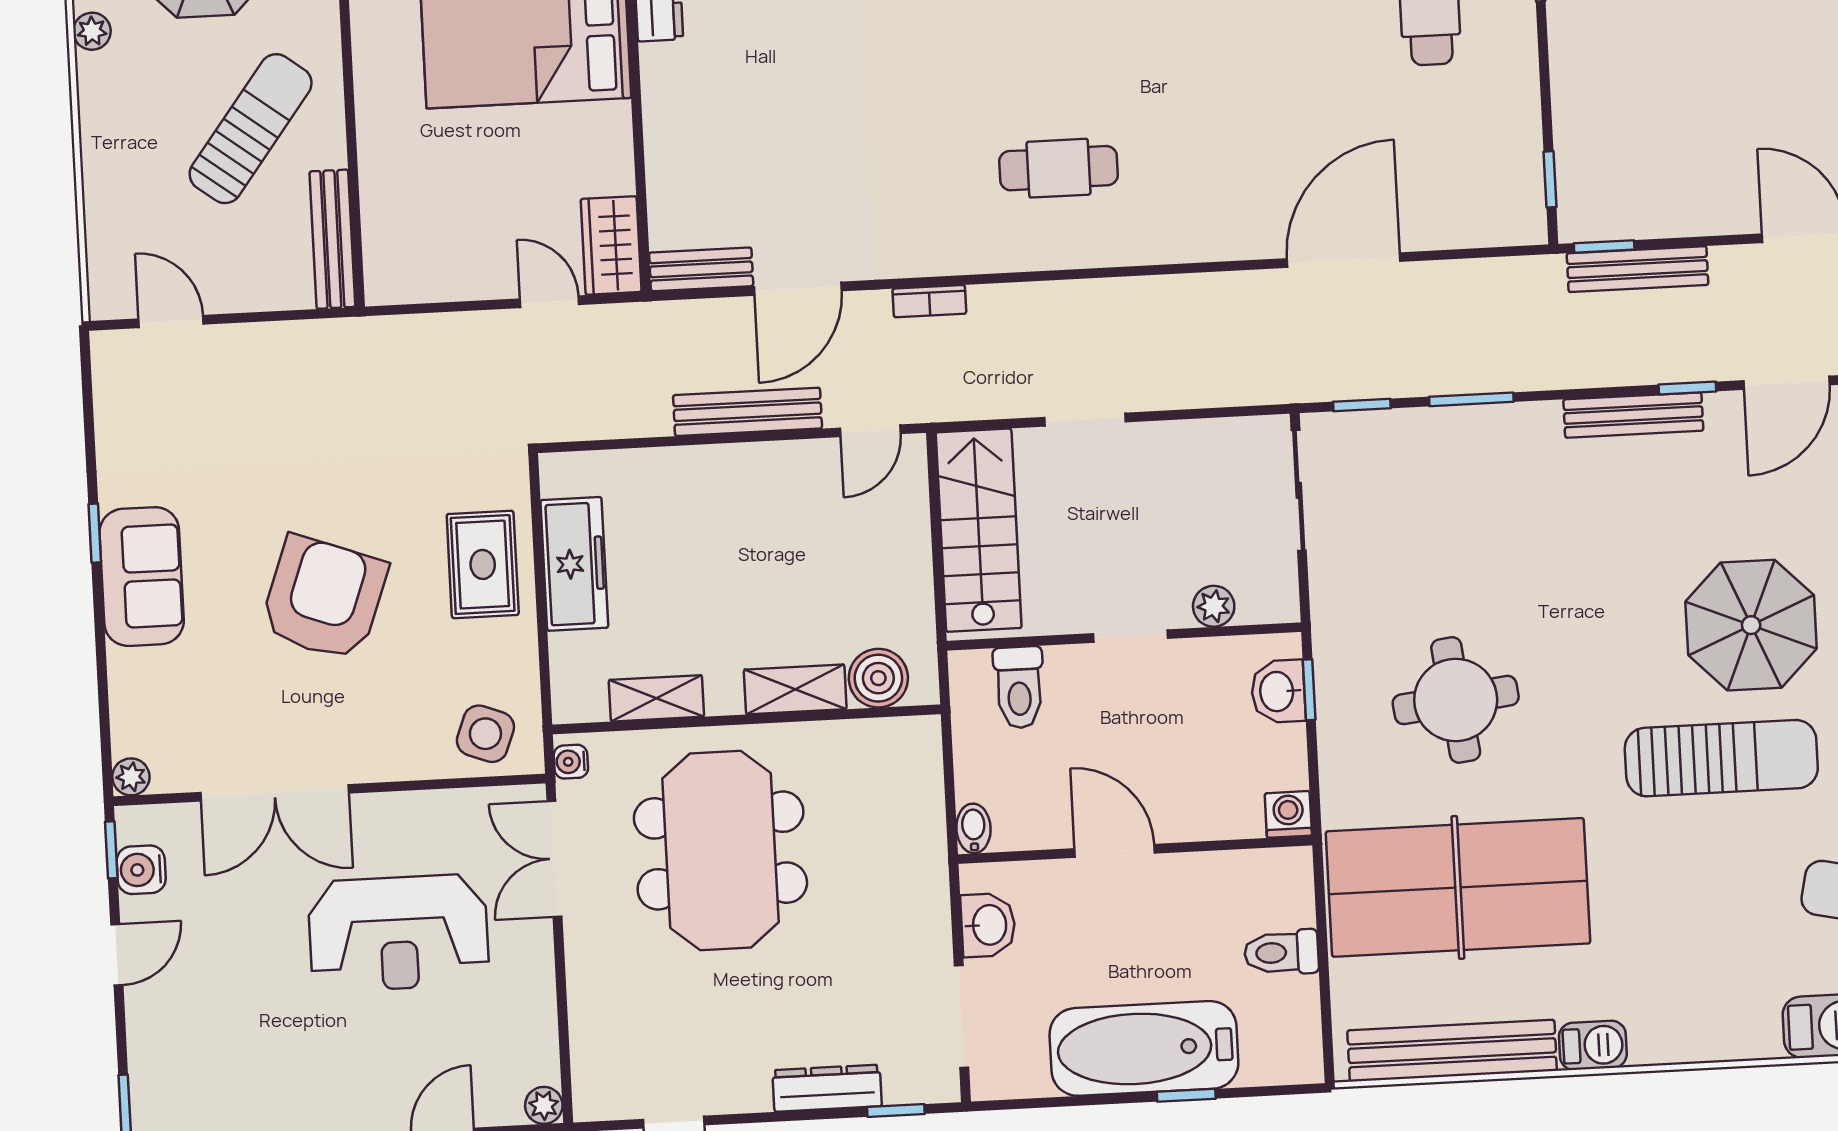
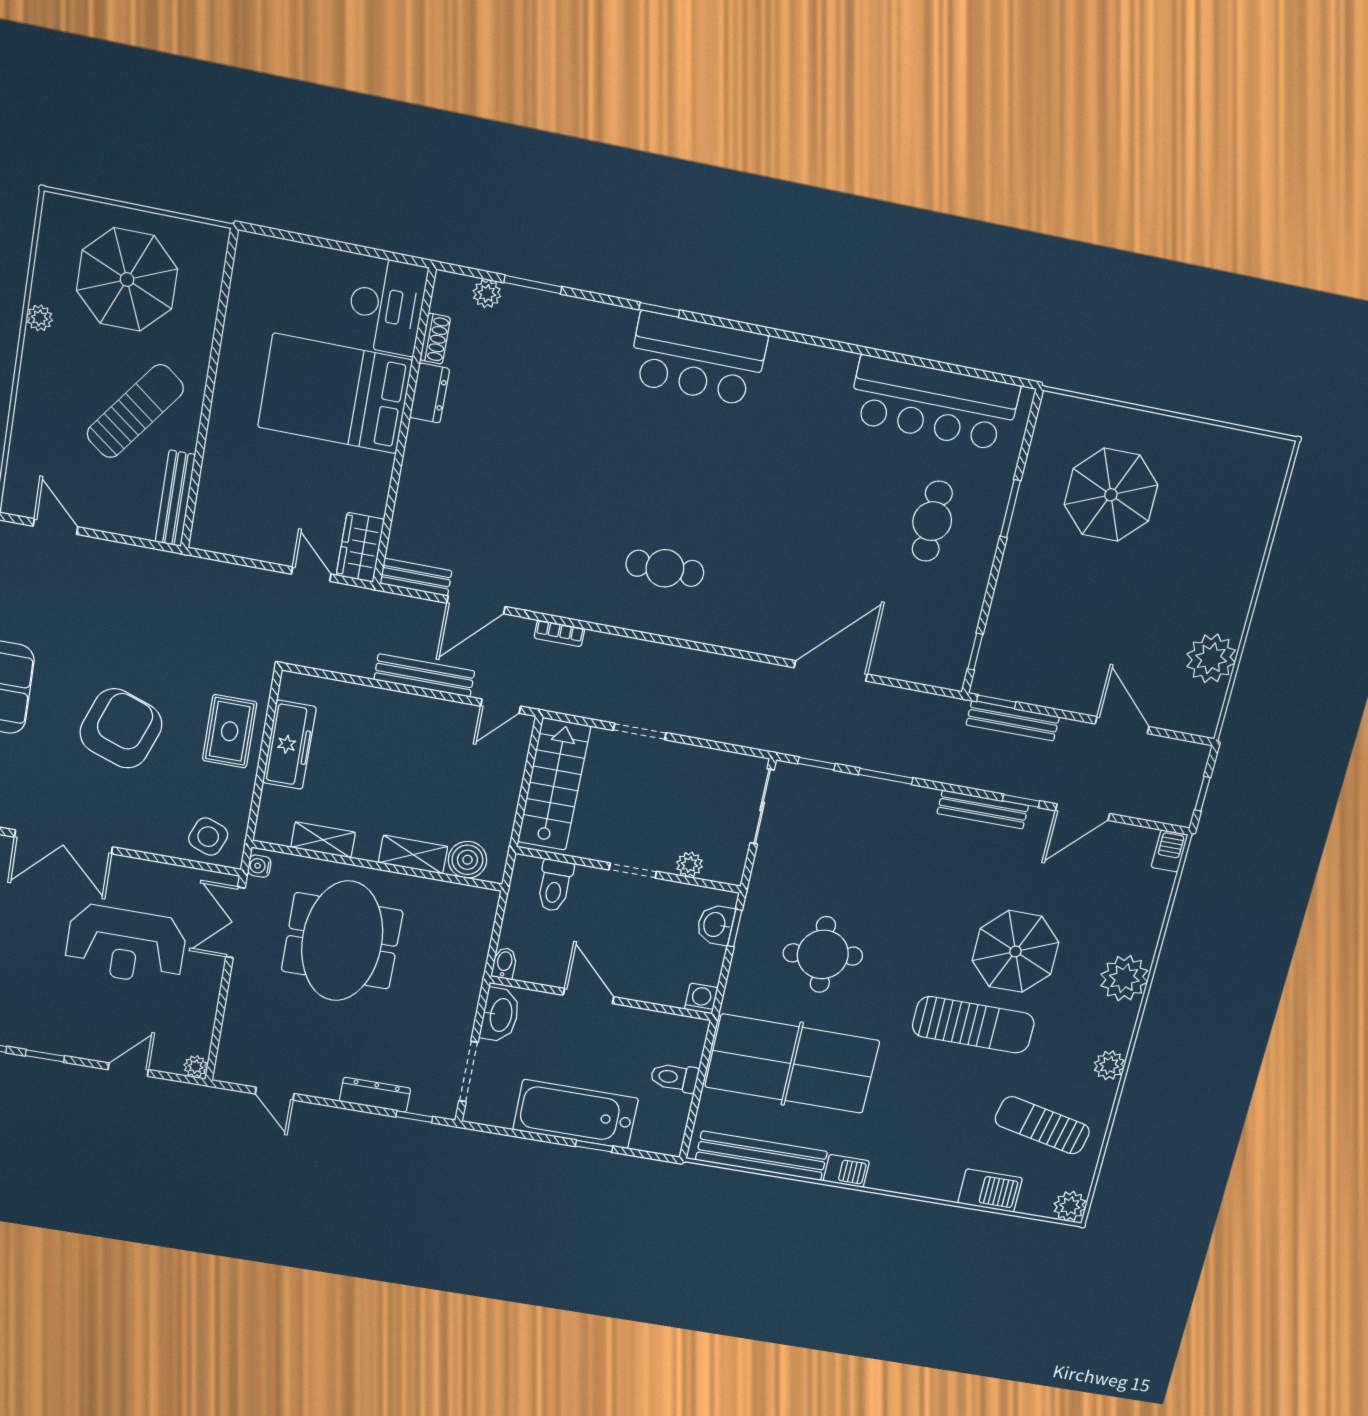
washbasin: (988, 925) -> (500, 1015), width x1.38

